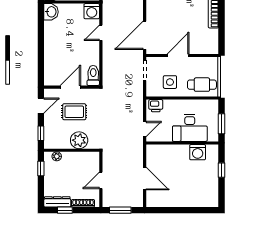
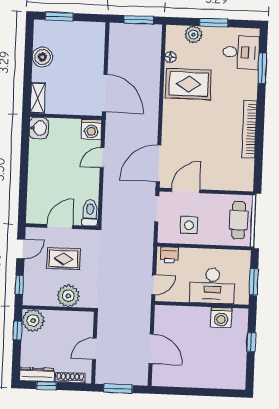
door: (178, 55) -> (186, 191), moved
cafe table: (202, 85) -> (239, 220), moved, turned 90
plant: (57, 156) -> (33, 321), width x1.87, depth x1.87

